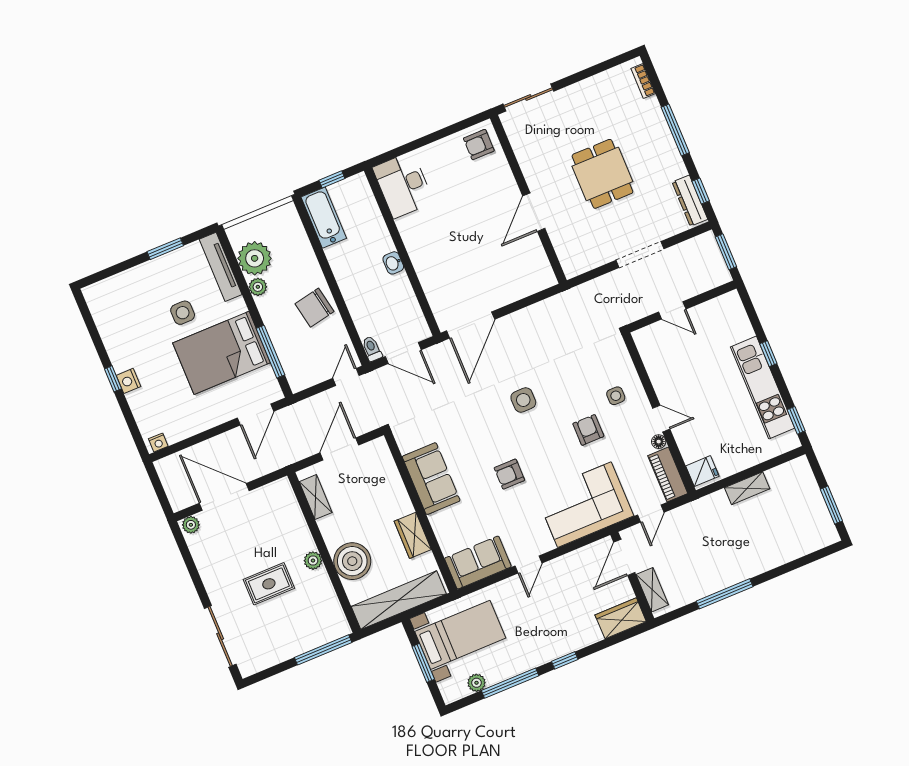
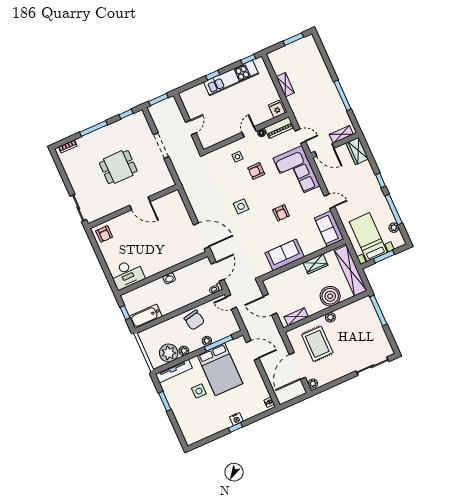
dresser: (690, 201) -> (131, 120), removed
plant: (275, 330) -> (207, 341), added
rug: (269, 584) -> (317, 344), moved, width x1.36, depth x1.43

